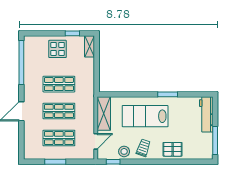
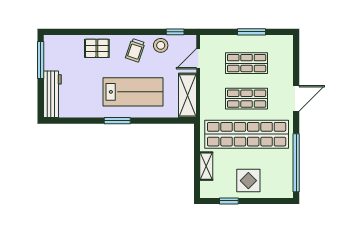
shelving: (89, 46) -> (206, 166), moved
shop shelf: (59, 84) -> (247, 134), width x2.00, depth x1.36
window: (168, 94) -> (117, 121), moved

